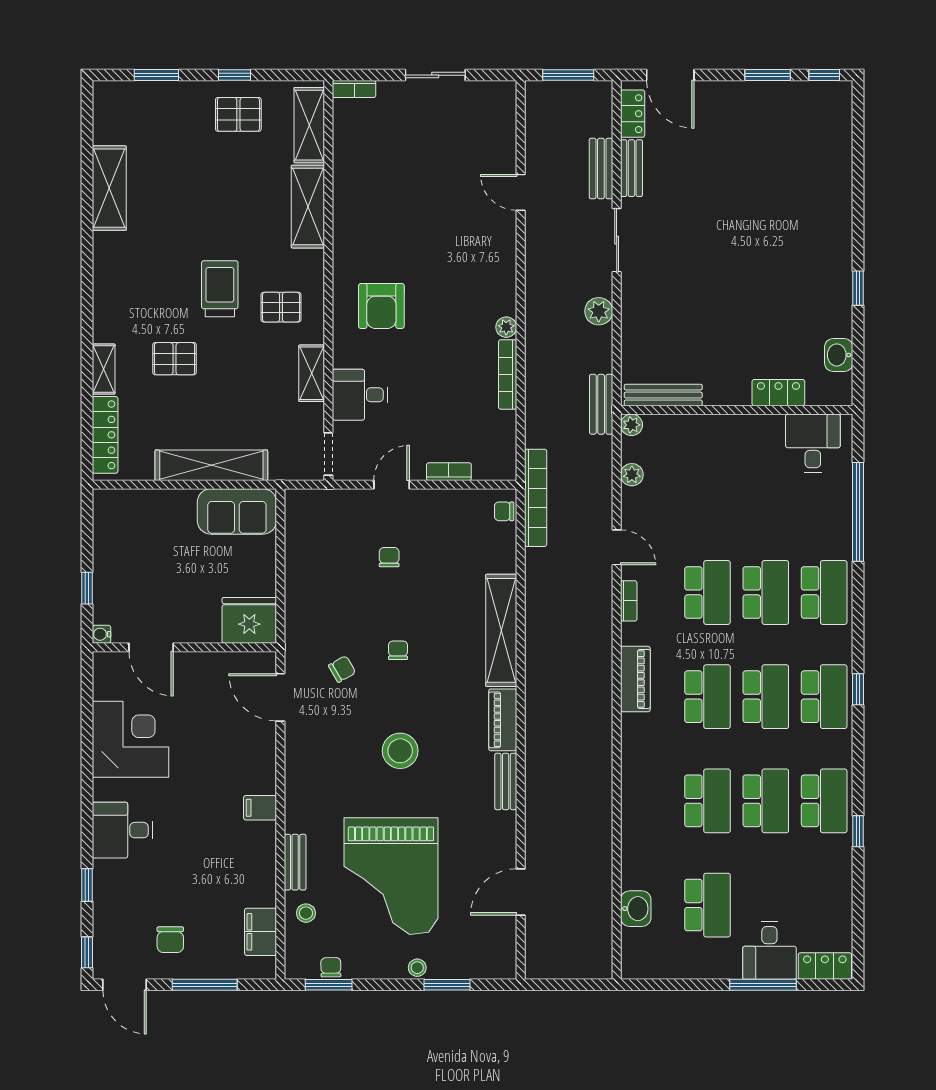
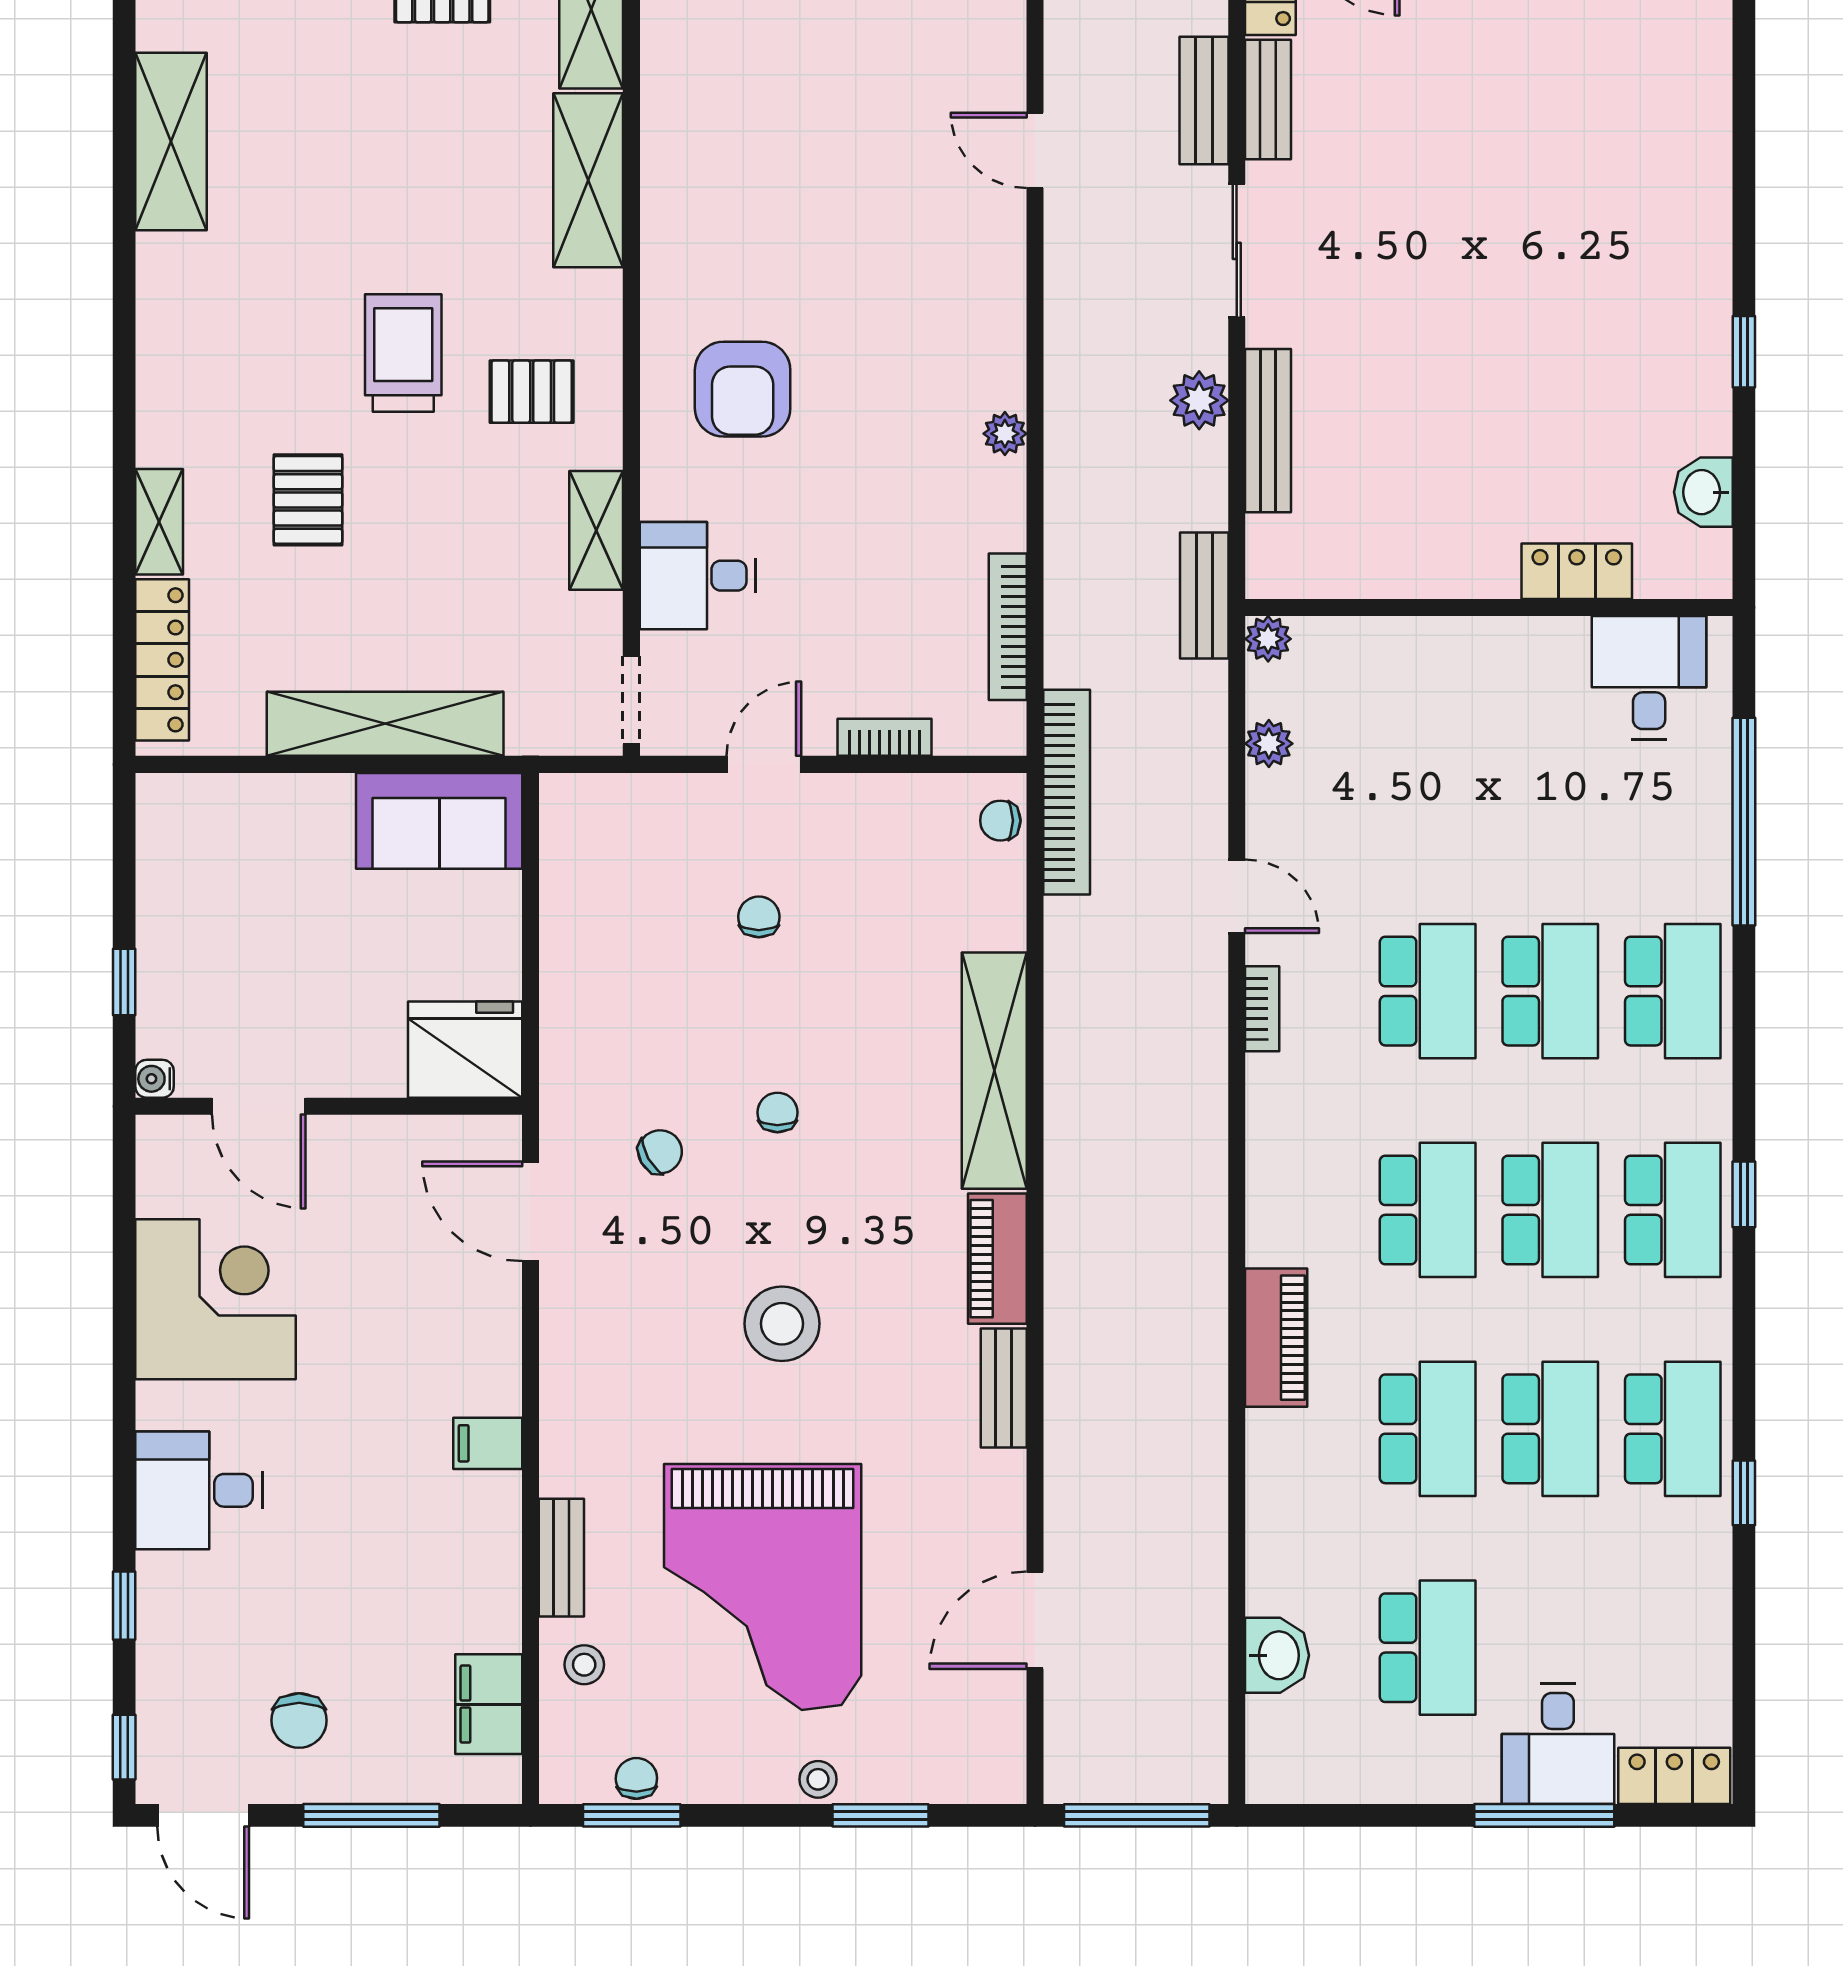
pallet: (175, 359) -> (308, 500), turned 90
bookcase: (508, 374) -> (1008, 627), moved
bench: (663, 395) -> (1268, 431), moved, turned 90
piano: (635, 679) -> (1276, 1338), moved
window: (569, 985) -> (1137, 1815), added

